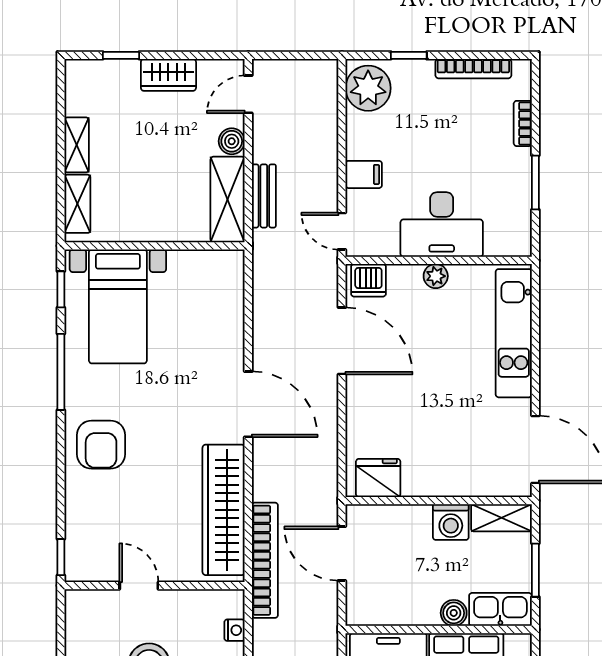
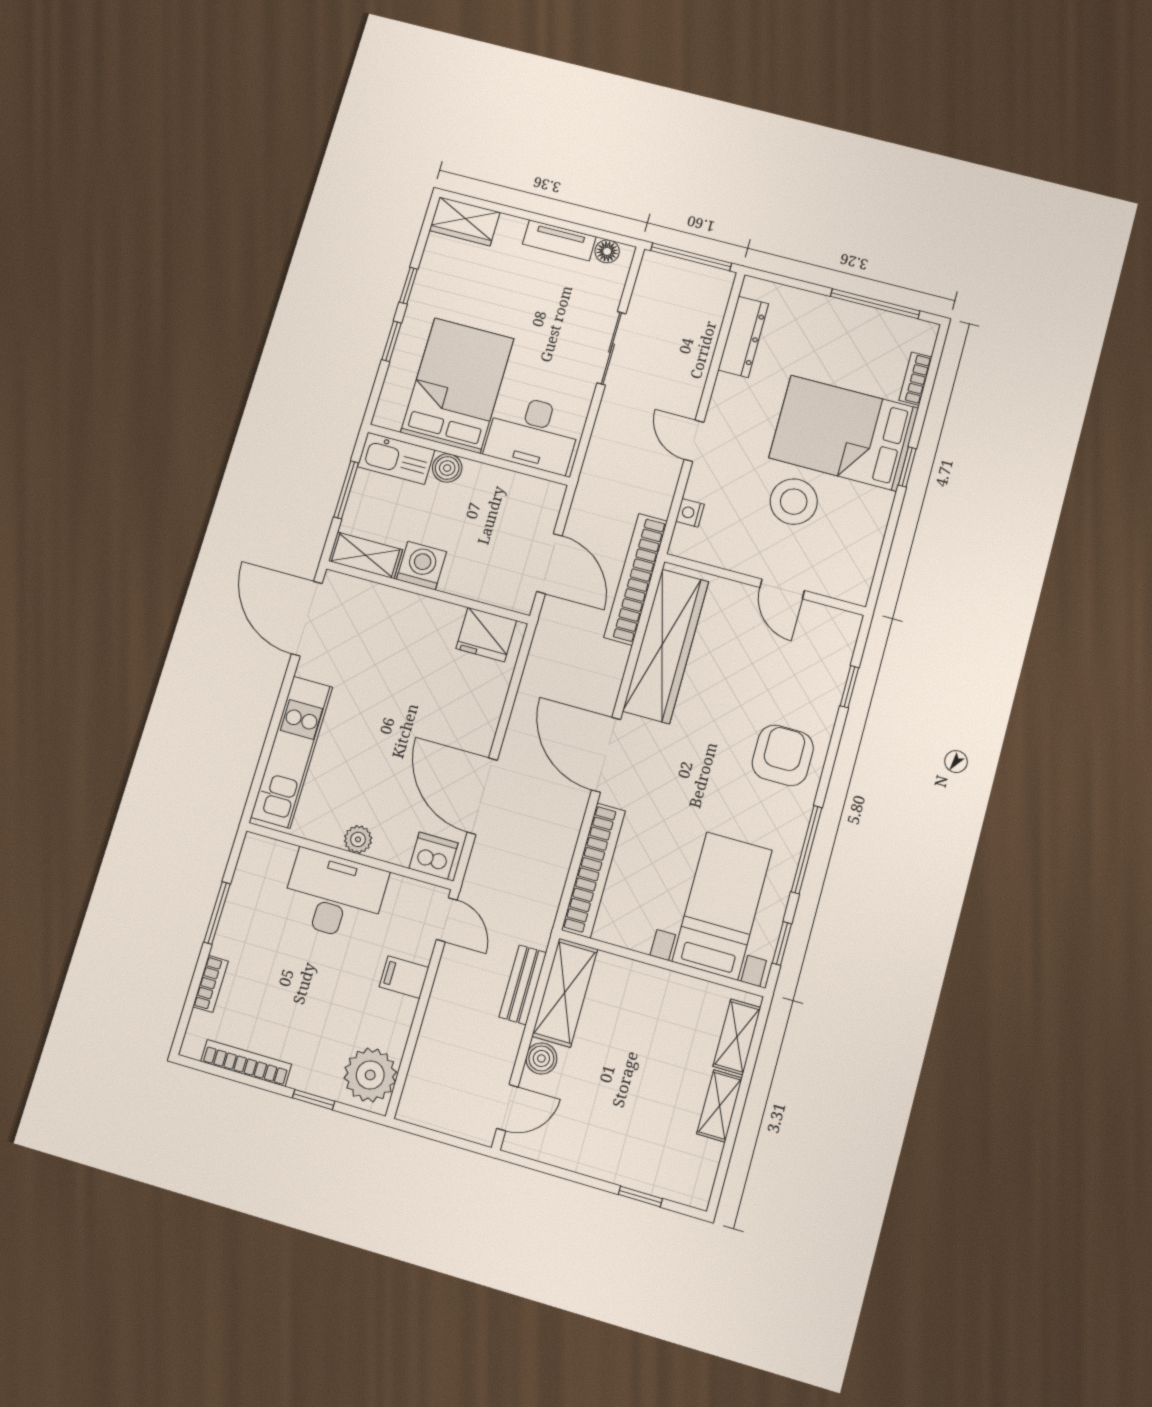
wardrobe: (168, 75) -> (592, 1157), removed
bookcase: (232, 306) -> (594, 870), added
window: (61, 557) -> (849, 687), moved

